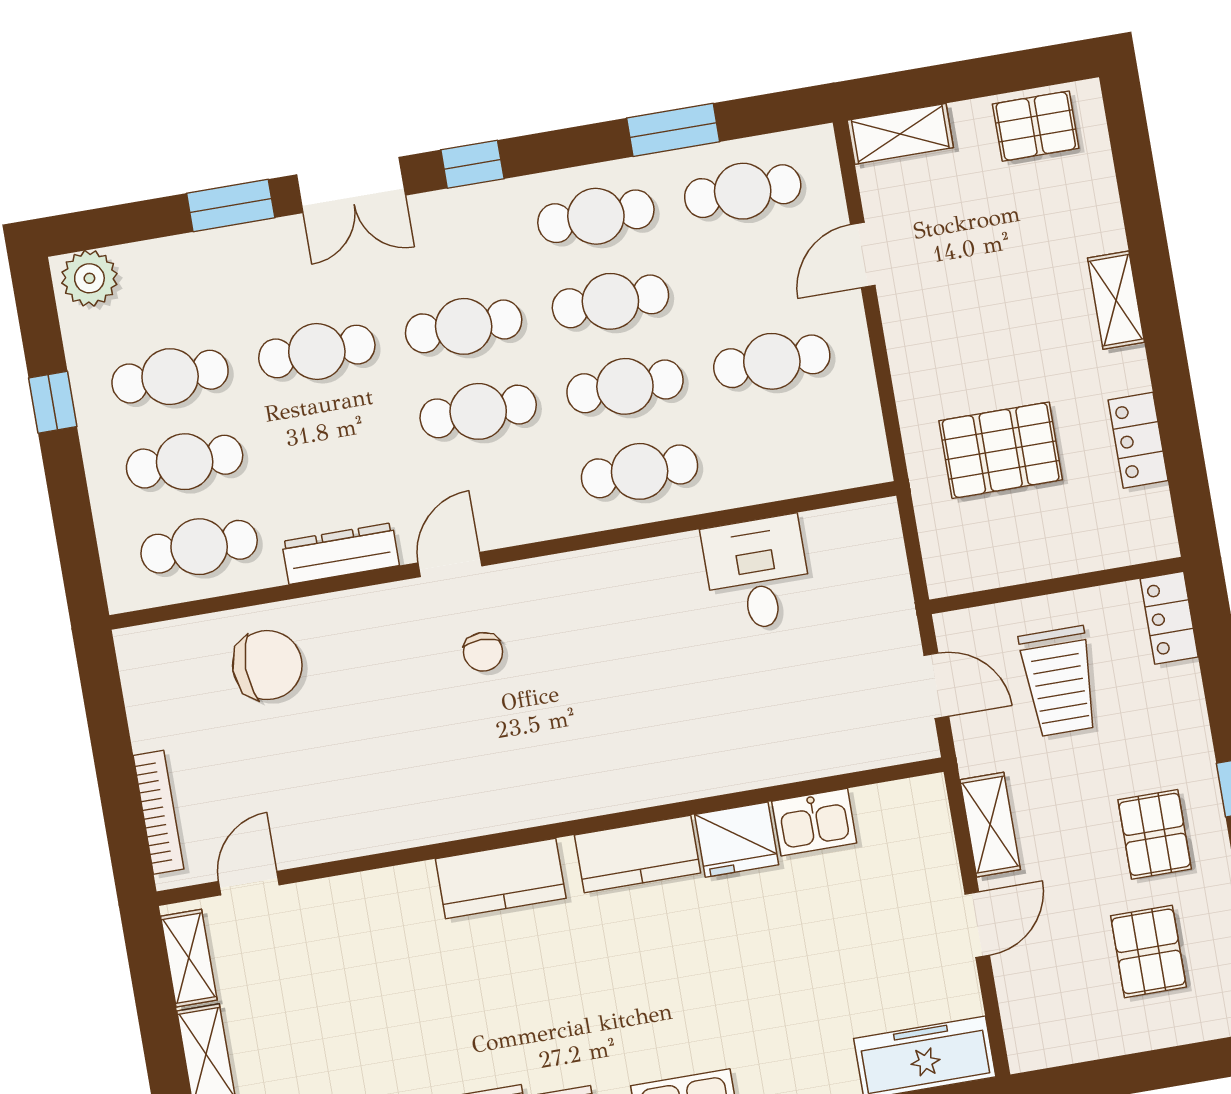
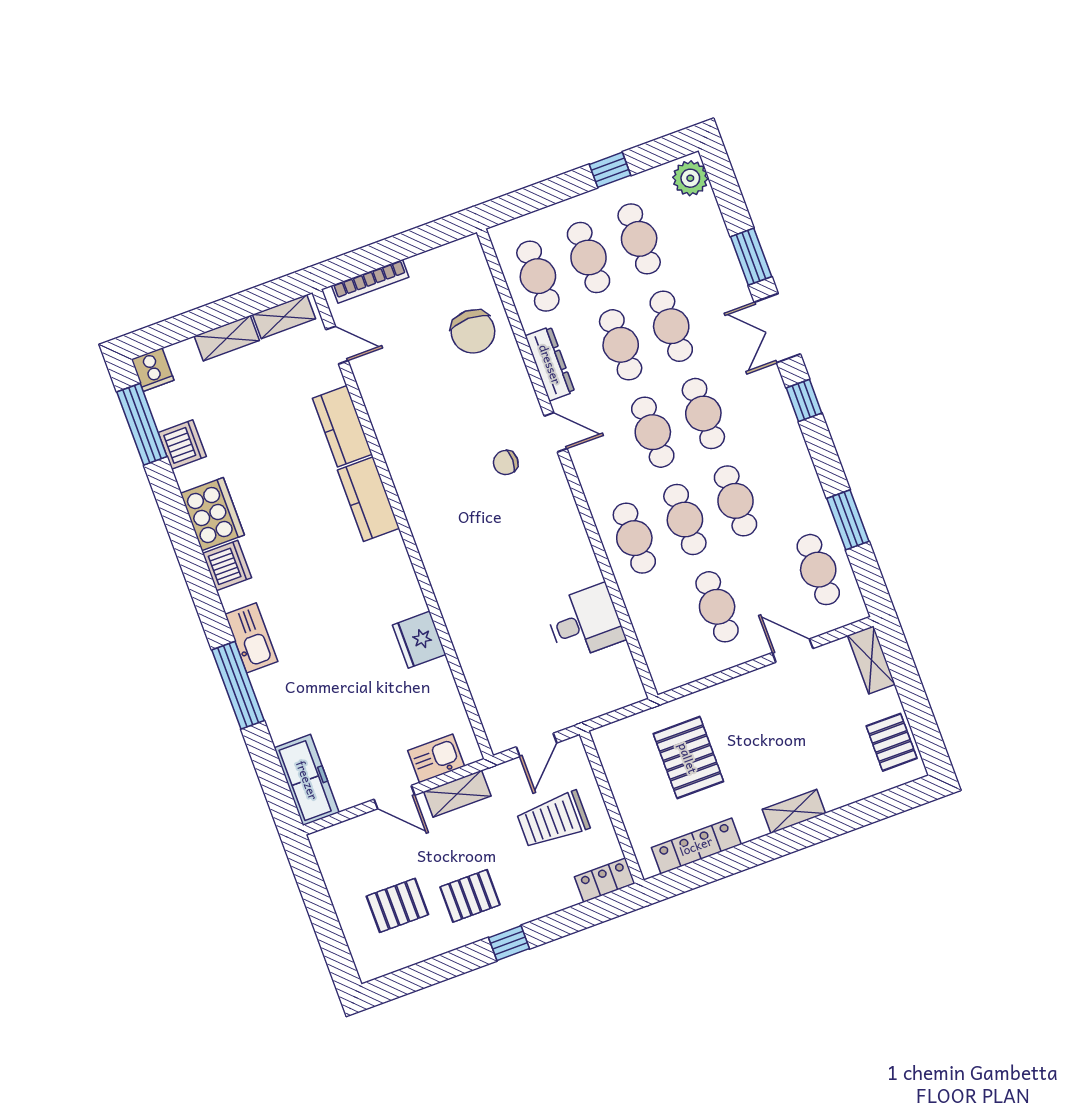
cafe table: (596, 216) -> (621, 345), moved
locker: (1138, 440) -> (696, 846), width x1.53
kitchen sink: (814, 822) -> (436, 758), moved, turned 90
kitchen counter: (638, 854) -> (342, 426), moved

